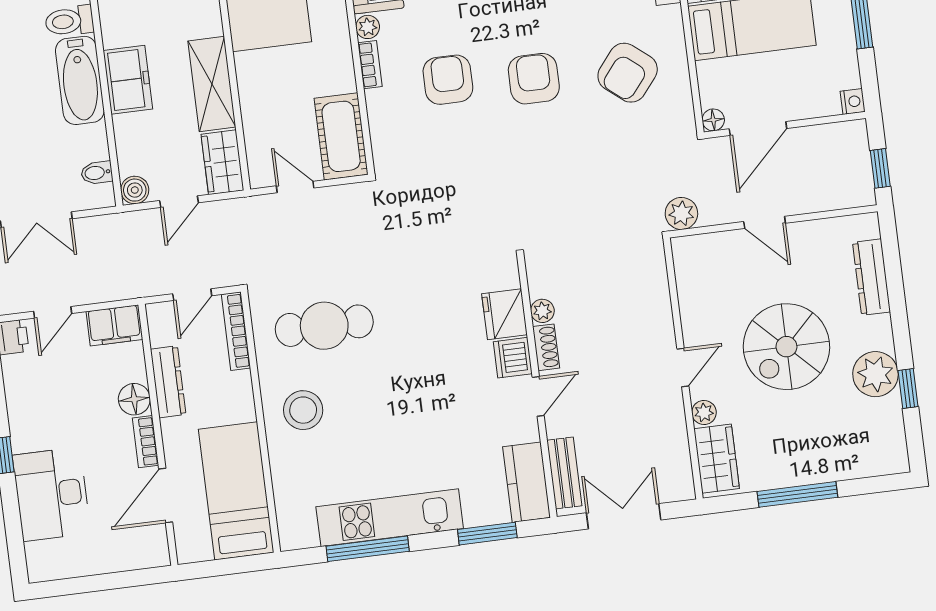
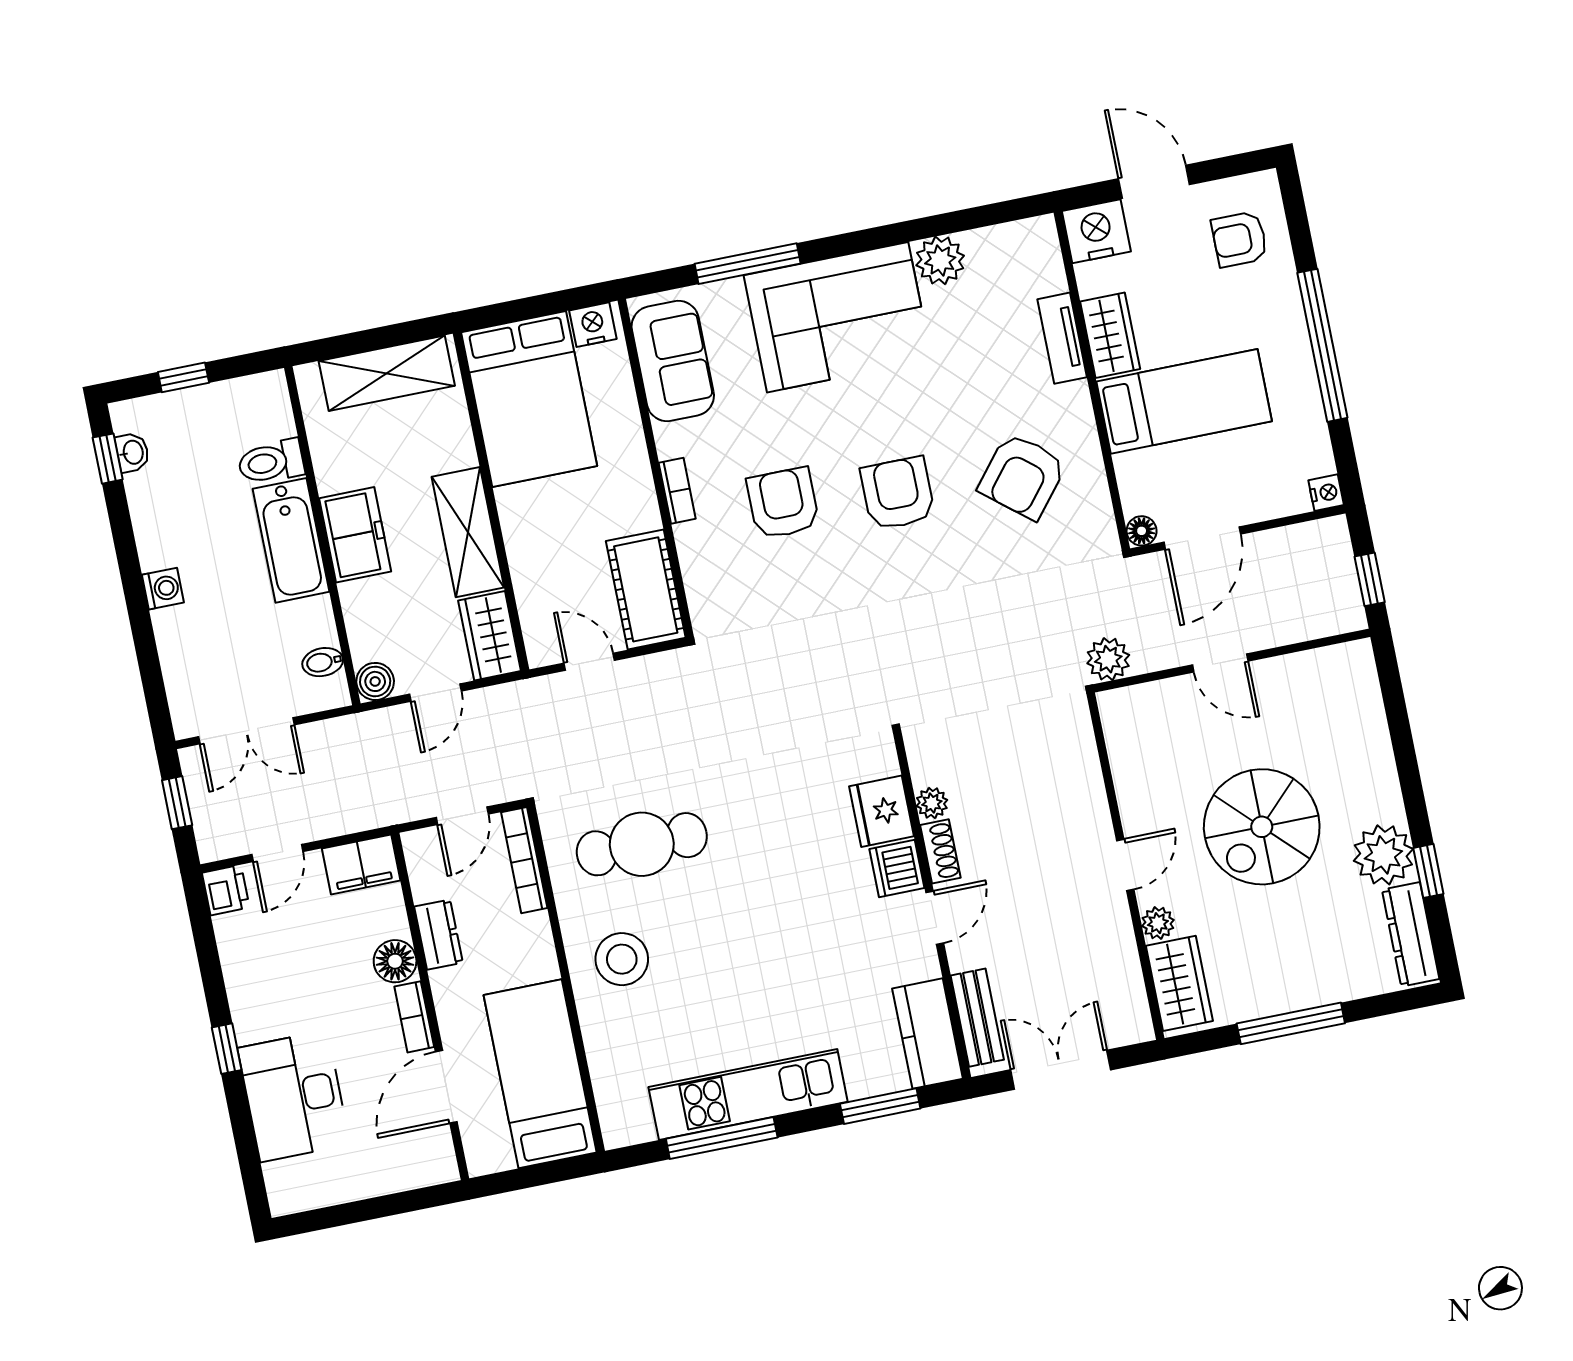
plant: (368, 27) -> (670, 441), removed
dresser: (871, 277) -> (1411, 934), moved
dresser: (168, 382) -> (439, 935), width x0.70

